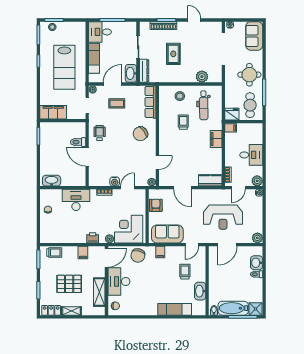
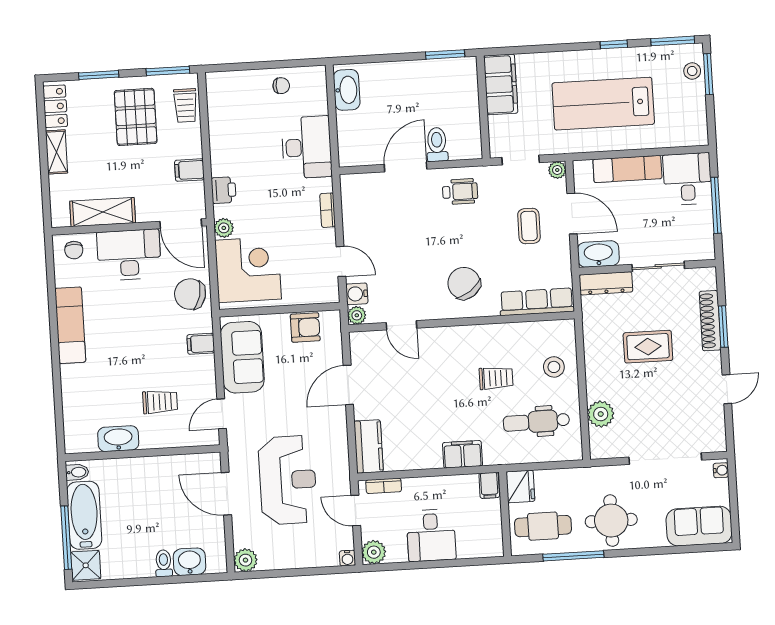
water cooler: (115, 182) -> (357, 294), moved
reception desk: (223, 217) -> (288, 480), turned 180
door: (192, 245) -> (222, 414), hinge flipped
pallet: (69, 284) -> (136, 117), moved
exam couch: (175, 309) -> (70, 325), moved

